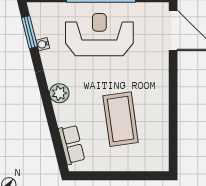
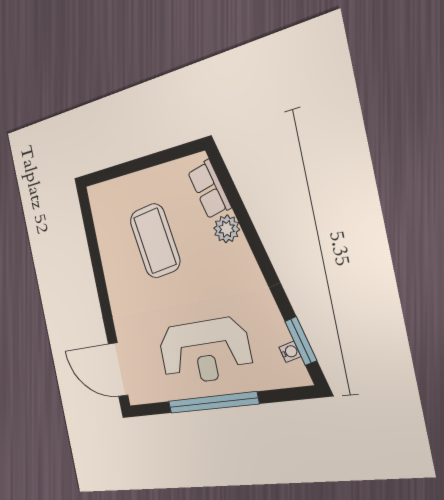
water cooler: (43, 44) -> (290, 352), moved
plant: (59, 93) -> (227, 229), moved

